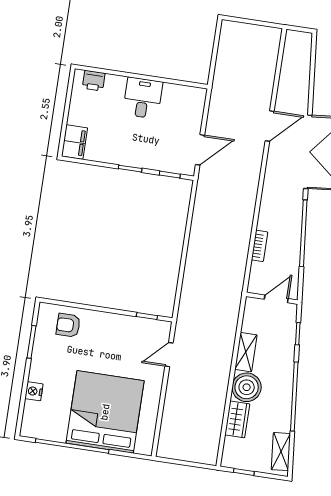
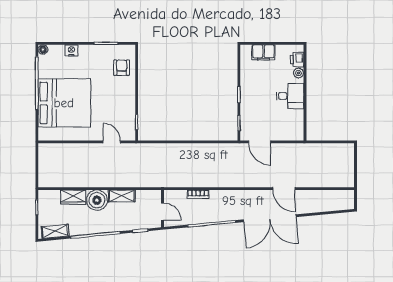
plant: (113, 82) -> (298, 73), added
filing cabinet: (74, 142) -> (263, 52), moved
floor lamp: (27, 430) -> (43, 50), added

